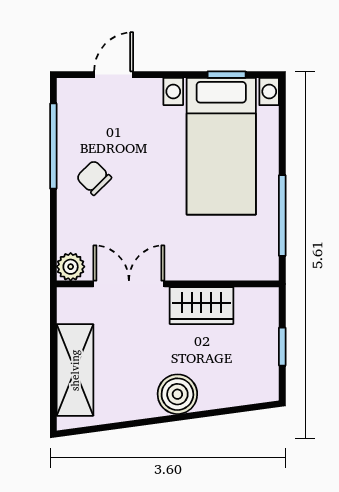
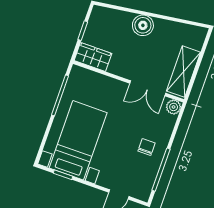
chair: (94, 178) -> (147, 147), turned -135
wardrobe: (201, 306) -> (93, 57), moved
shelving: (75, 370) -> (184, 72), moved

